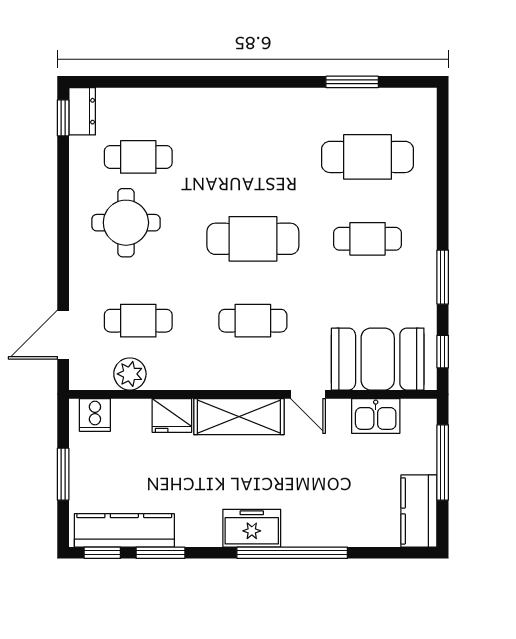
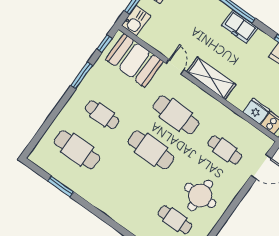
cafe table: (253, 321) -> (176, 115), width x1.37, depth x1.35
plant: (130, 374) -> (245, 130), removed
fridge: (172, 416) -> (256, 111), moved
kitchen sink: (376, 416) -> (136, 20), moved, turned 90

